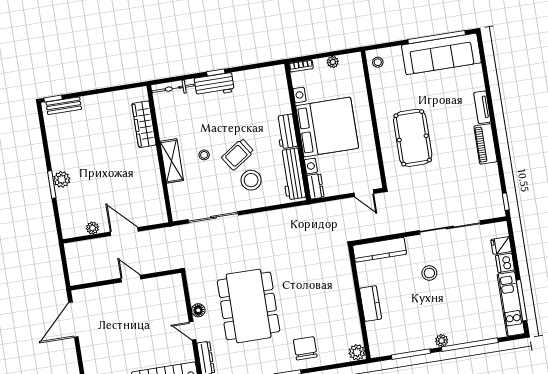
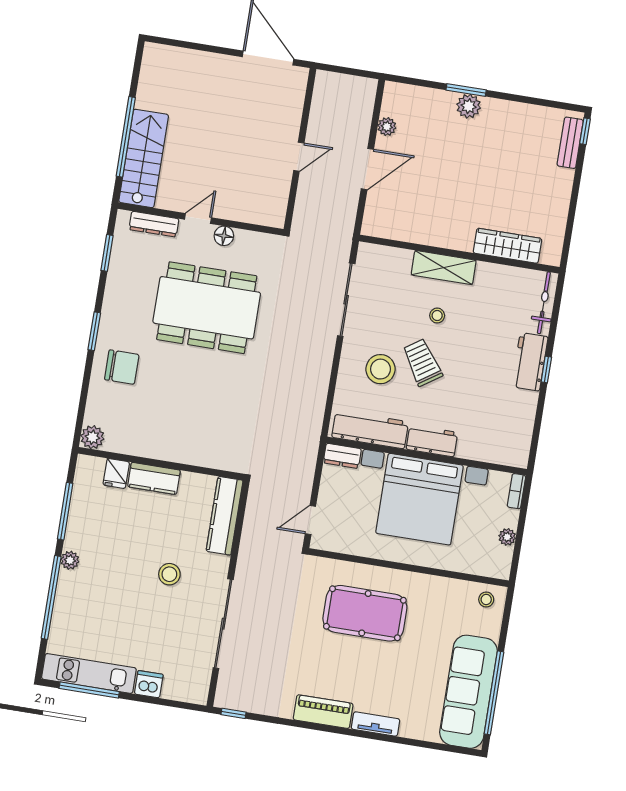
fridge: (501, 246) -> (116, 473), moved, turned 180

